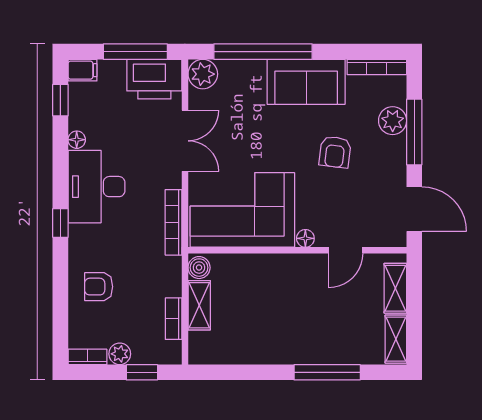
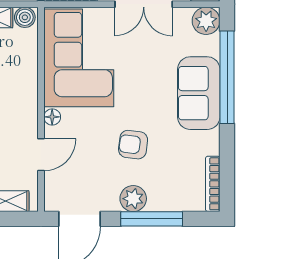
sofa: (306, 82) -> (199, 93), moved
plant: (393, 121) -> (133, 199), moved
door: (346, 250) -> (41, 155), swing flipped

